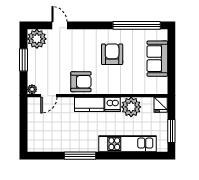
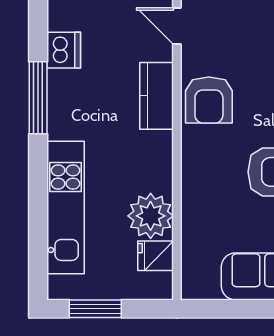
kitchen counter: (89, 104) -> (157, 96), moved
dishwasher: (113, 104) -> (64, 50), moved, turned 180
fridge: (161, 105) -> (156, 256), moved

